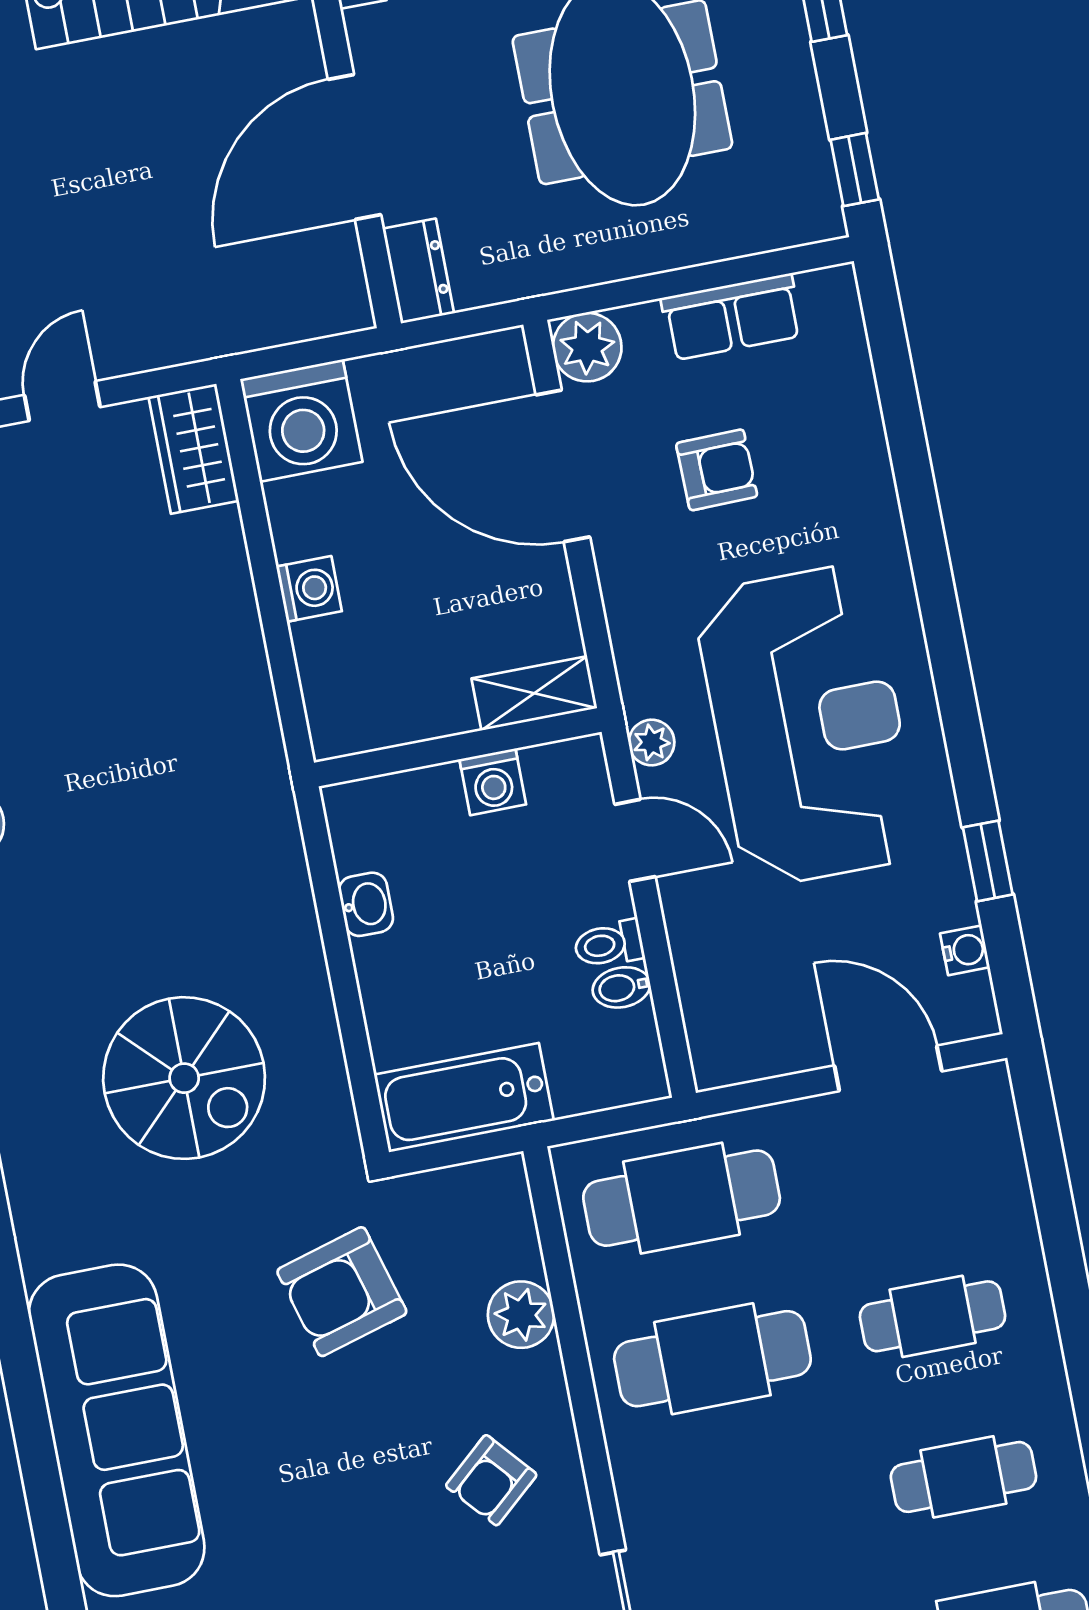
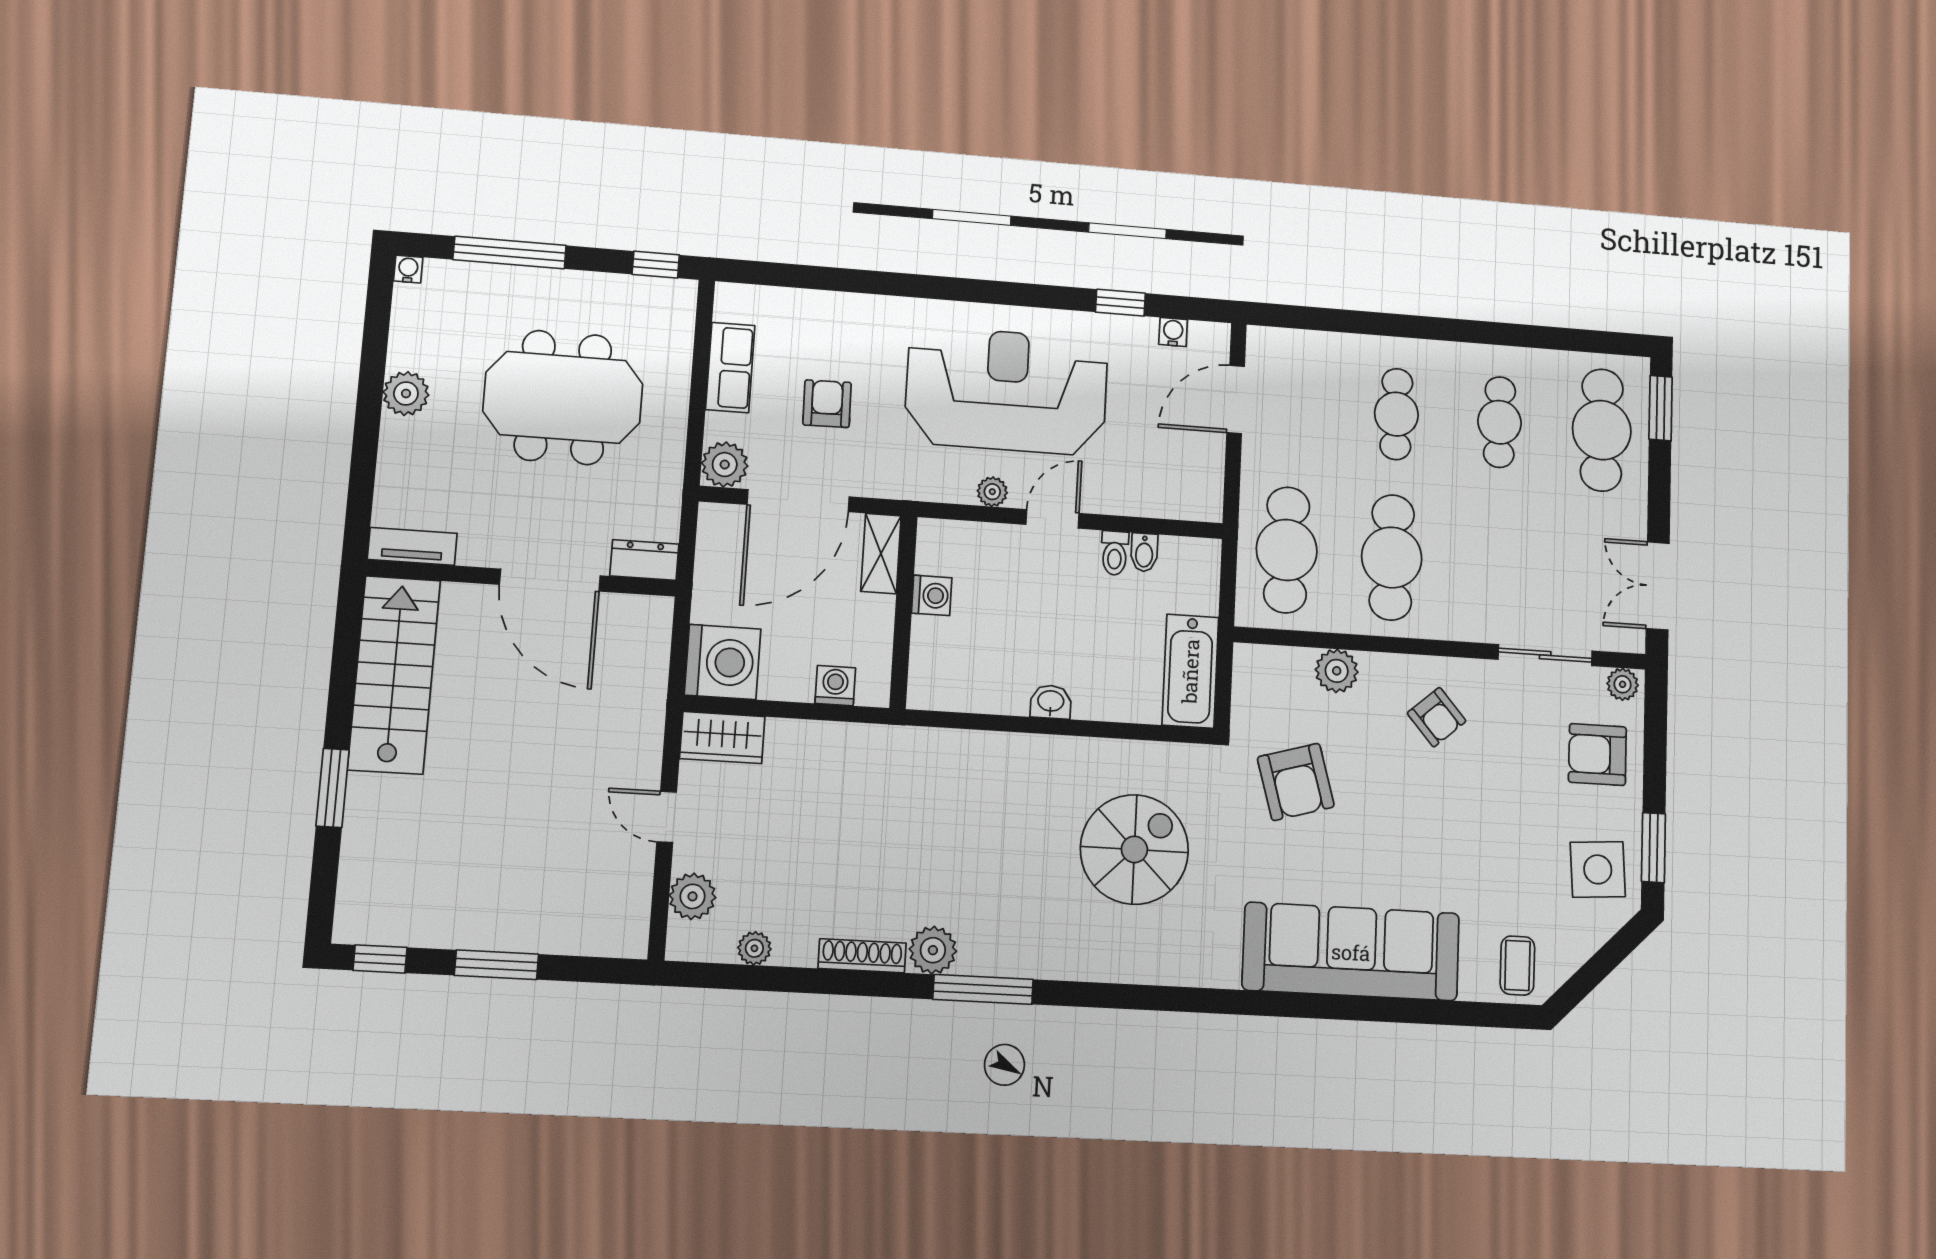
shelving: (534, 693) -> (881, 554), moved
wall: (458, 747) -> (903, 612), moved
washing machine: (493, 782) -> (932, 595), moved

